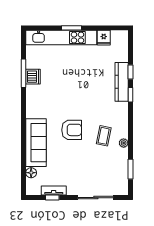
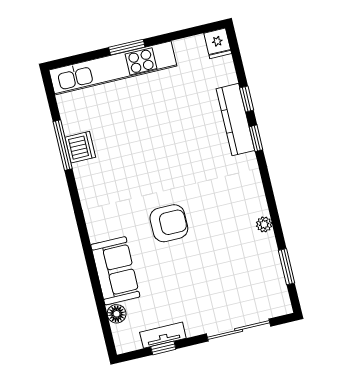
fridge: (104, 38) -> (218, 43), moved
coffee table: (104, 136) -> (227, 220), removed
sofa: (36, 143) -> (115, 271), width x0.73

